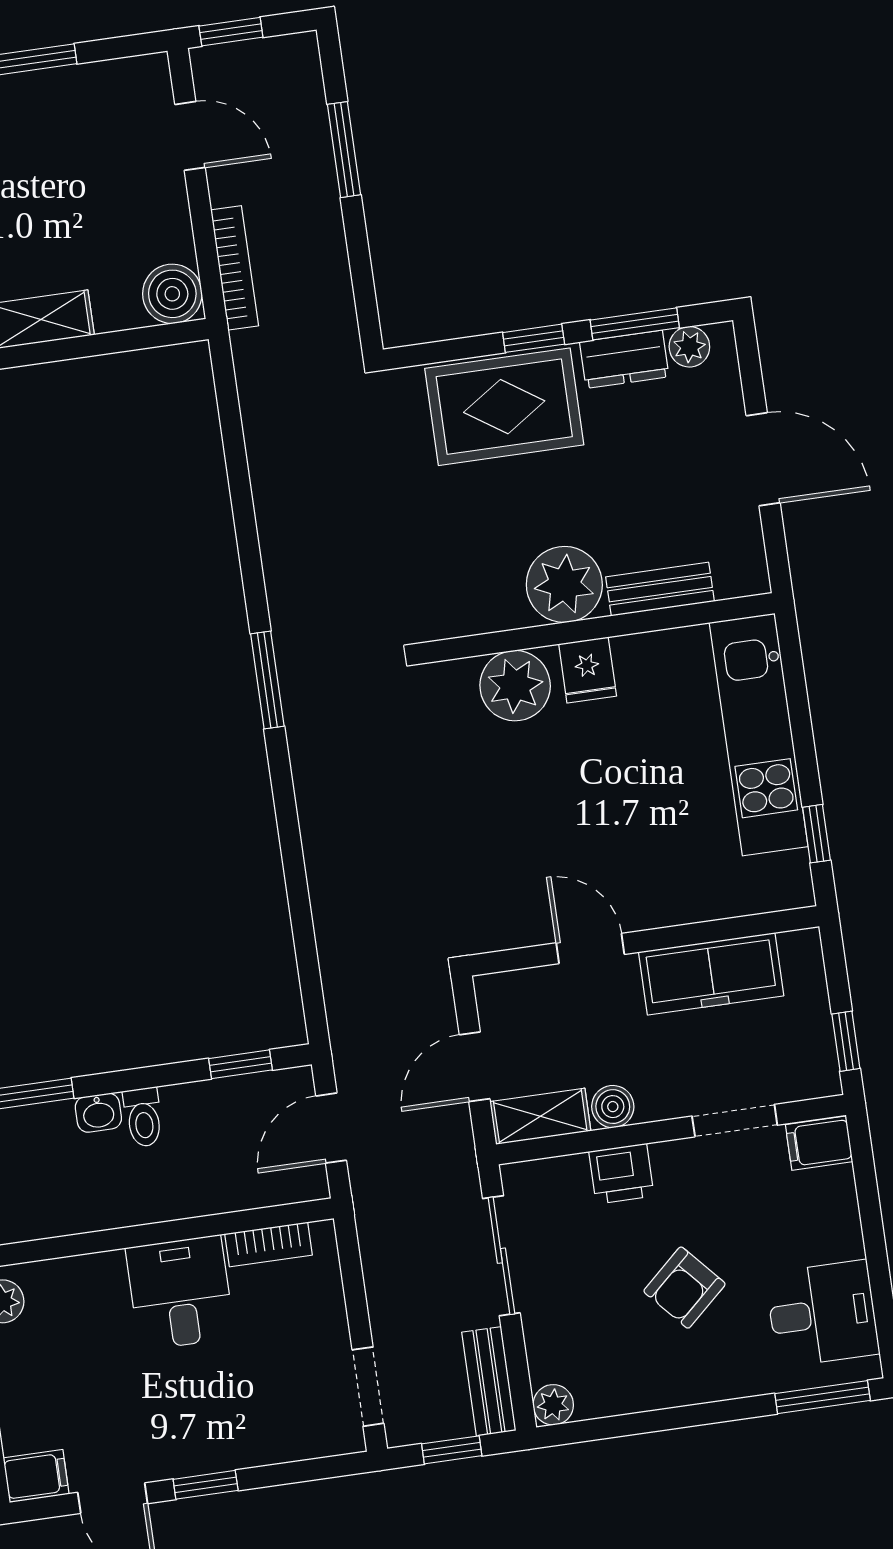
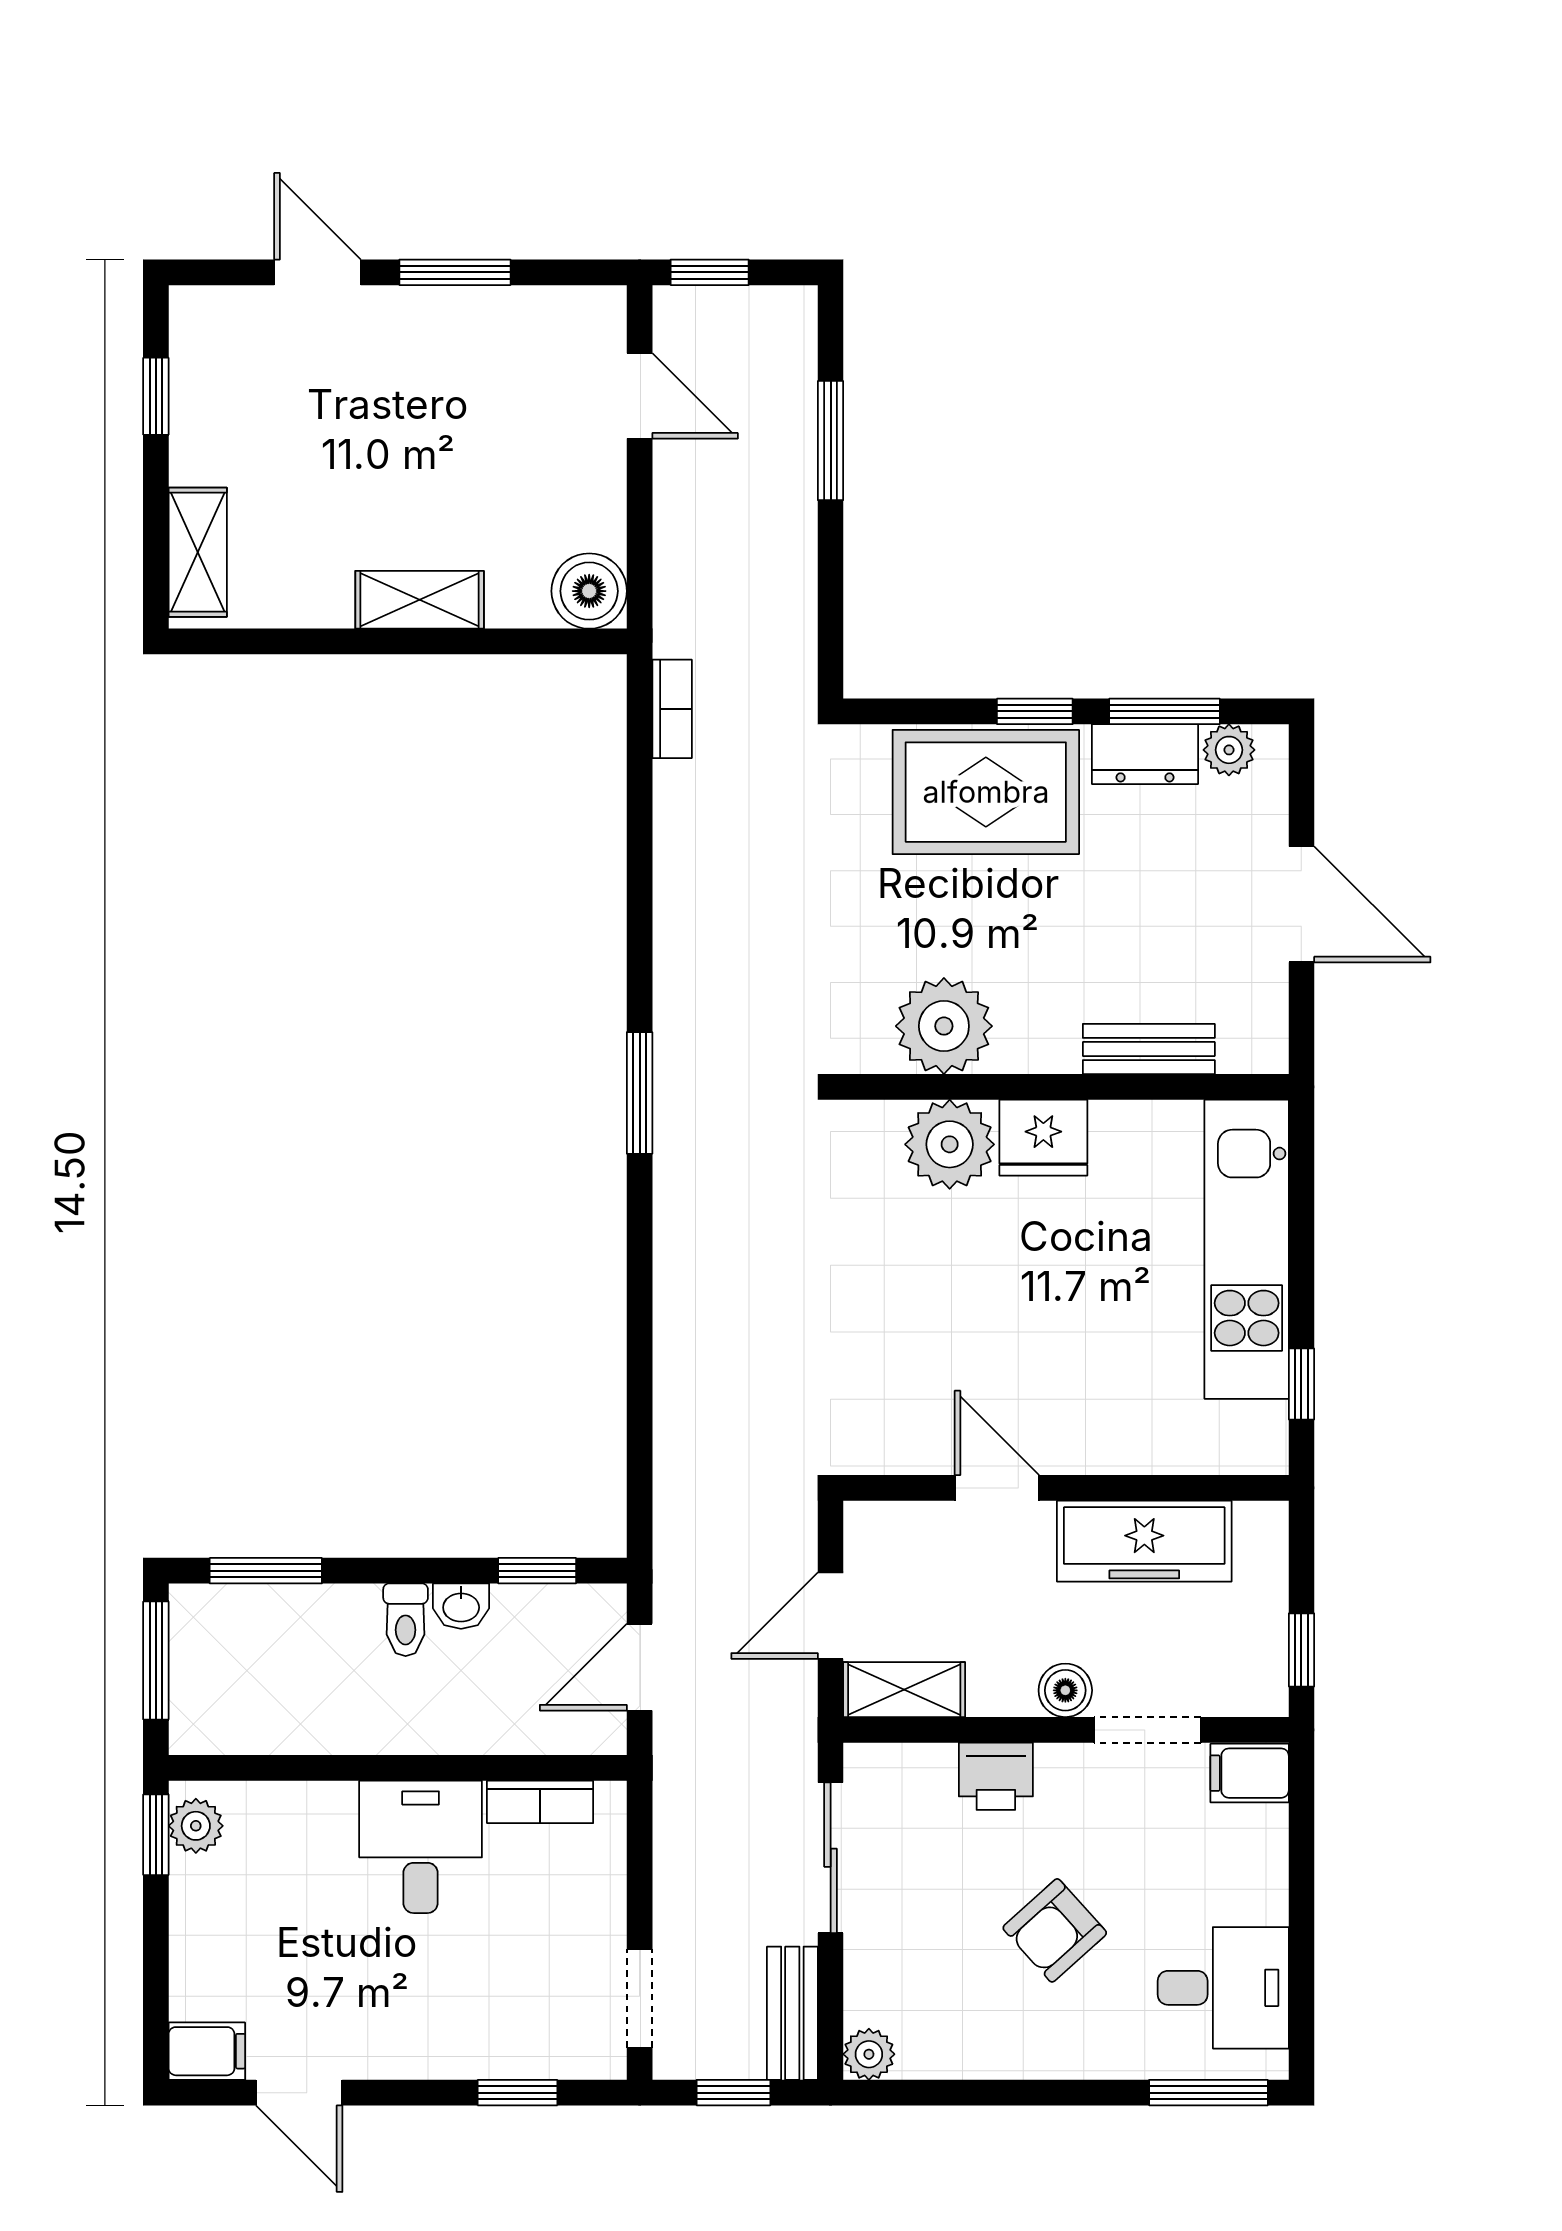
bookcase: (235, 268) -> (672, 709), moved, width x0.64
plant: (564, 584) -> (944, 1026), moved
fridge: (588, 670) -> (1043, 1138), width x1.38
boiler: (613, 1107) -> (1065, 1690), moved
washbasin: (98, 1113) -> (461, 1606), moved
window: (206, 1485) -> (518, 2093), moved

